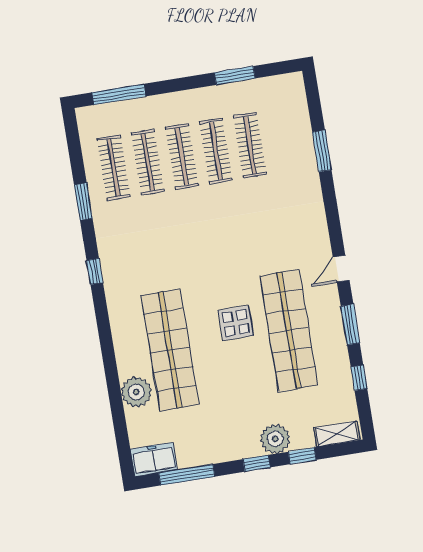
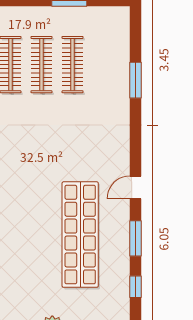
display table: (236, 323) -> (34, 220), removed

